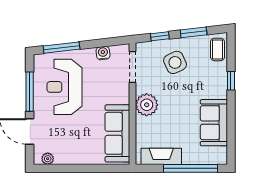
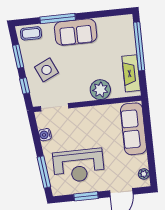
window: (231, 81) -> (58, 19), width x2.17
window: (30, 92) -> (86, 196), width x0.69
plant: (147, 105) -> (100, 90), moved
sofa: (214, 123) -> (76, 32), moved
sofa: (117, 133) -> (134, 129), moved, turned 90

